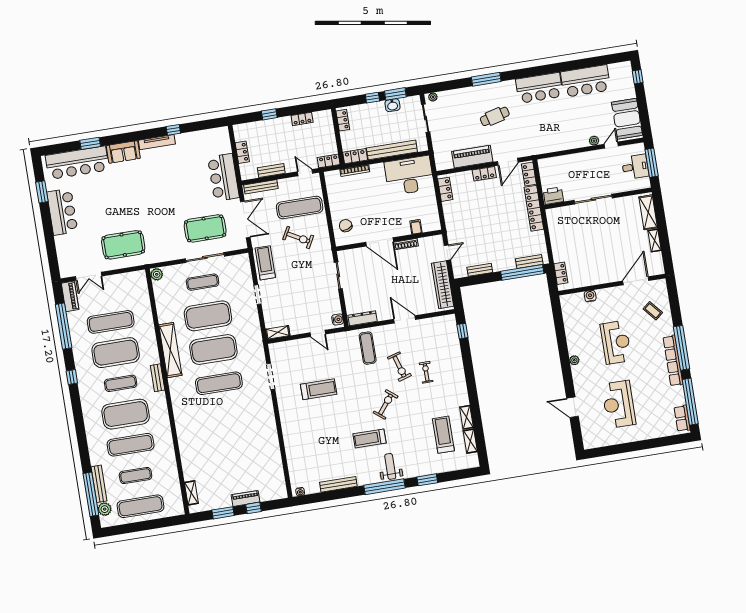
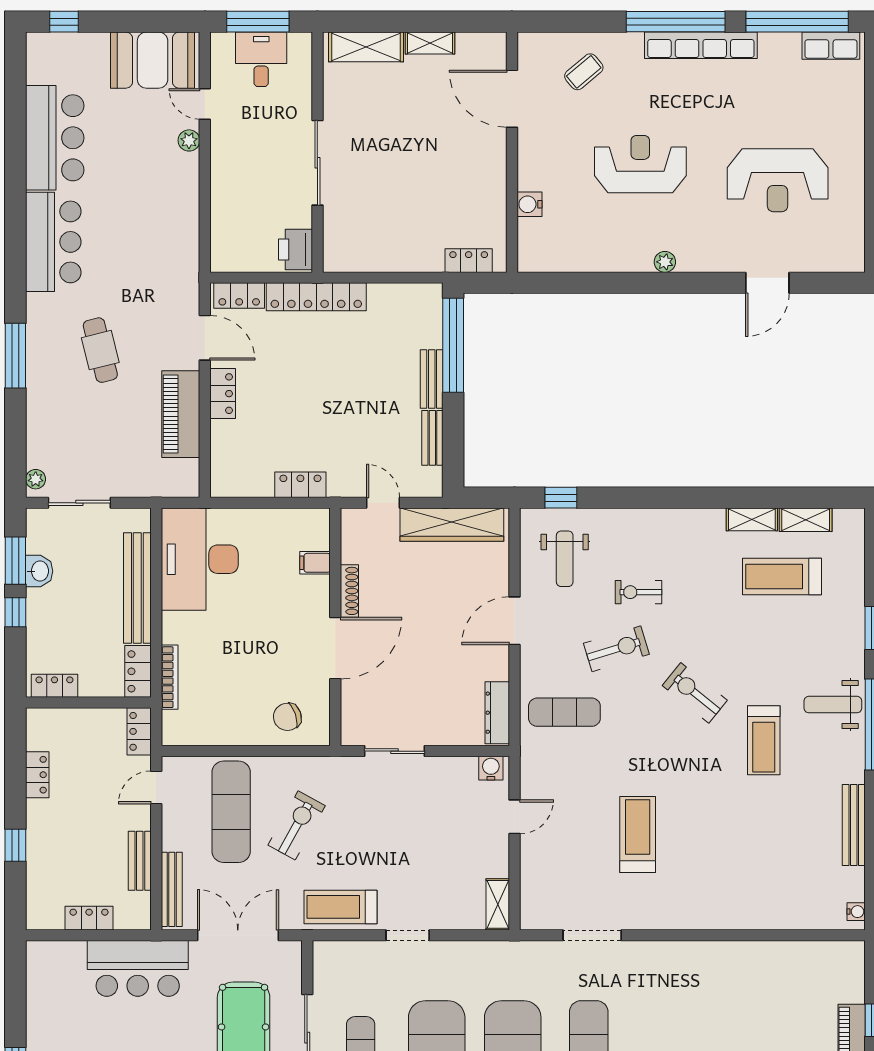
locker: (445, 189) -> (300, 485), moved
bench: (529, 261) -> (432, 379), moved
weight bench: (436, 337) -> (565, 559), added

